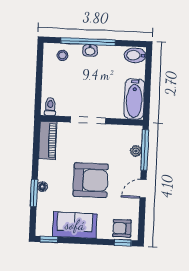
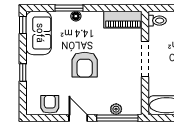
armchair: (91, 180) -> (85, 65), width x0.73, depth x0.73
sofa: (75, 225) -> (39, 33), moved
armchair: (122, 228) -> (50, 104), moved
window: (123, 243) -> (23, 73), moved

